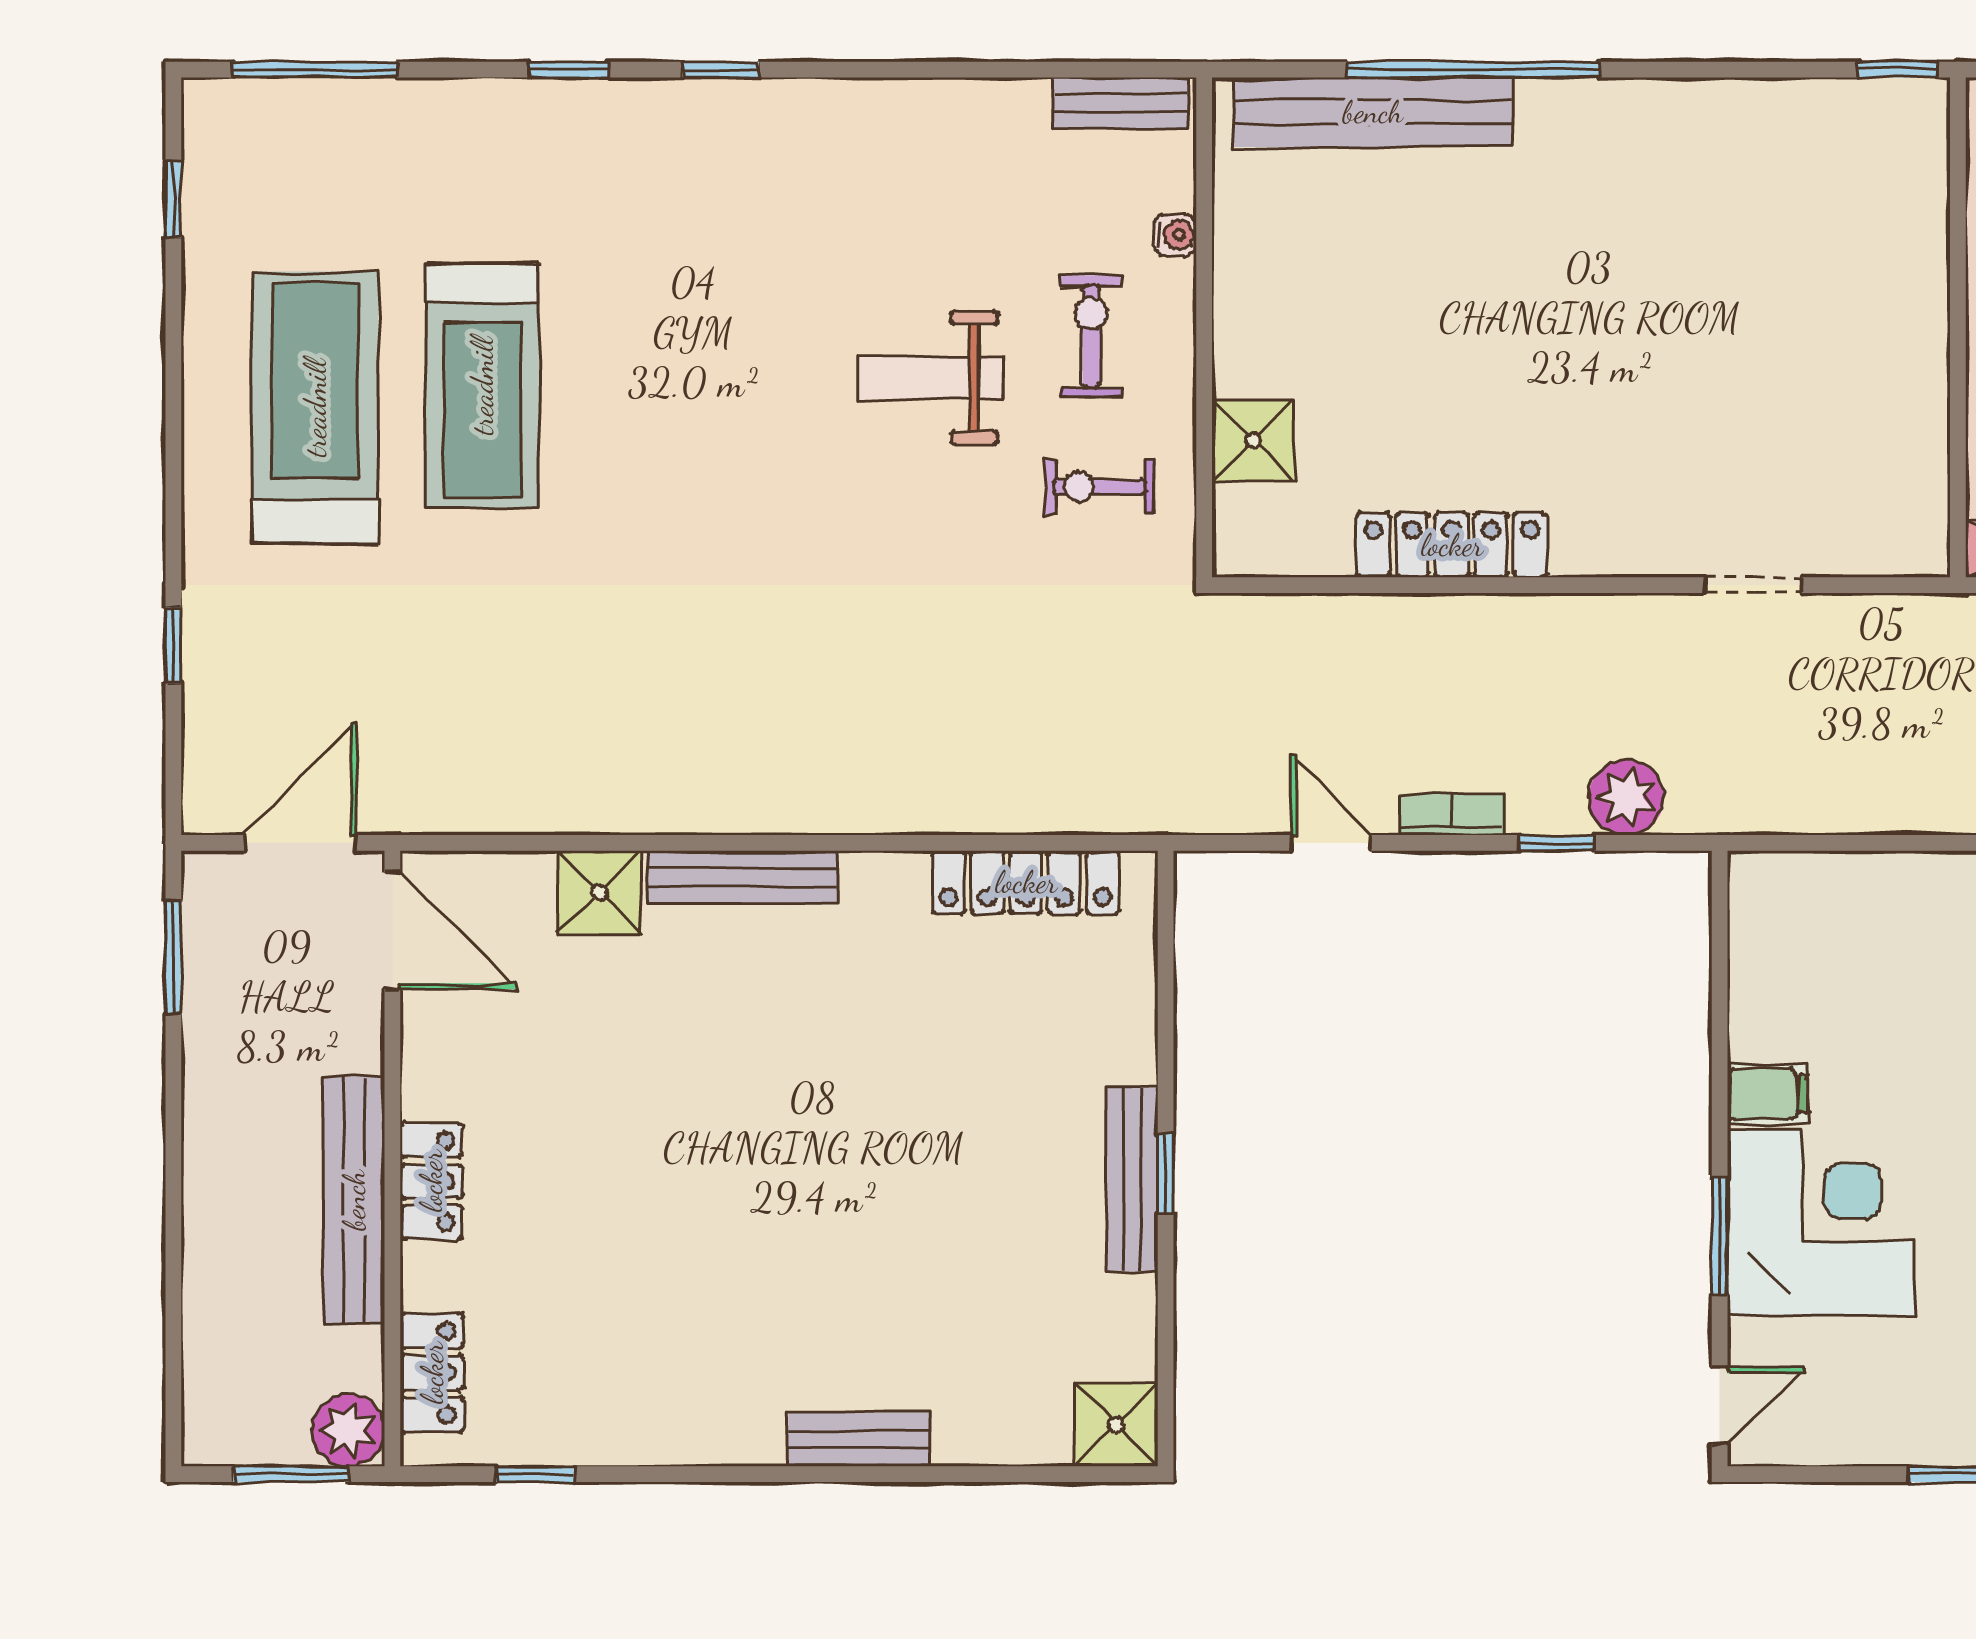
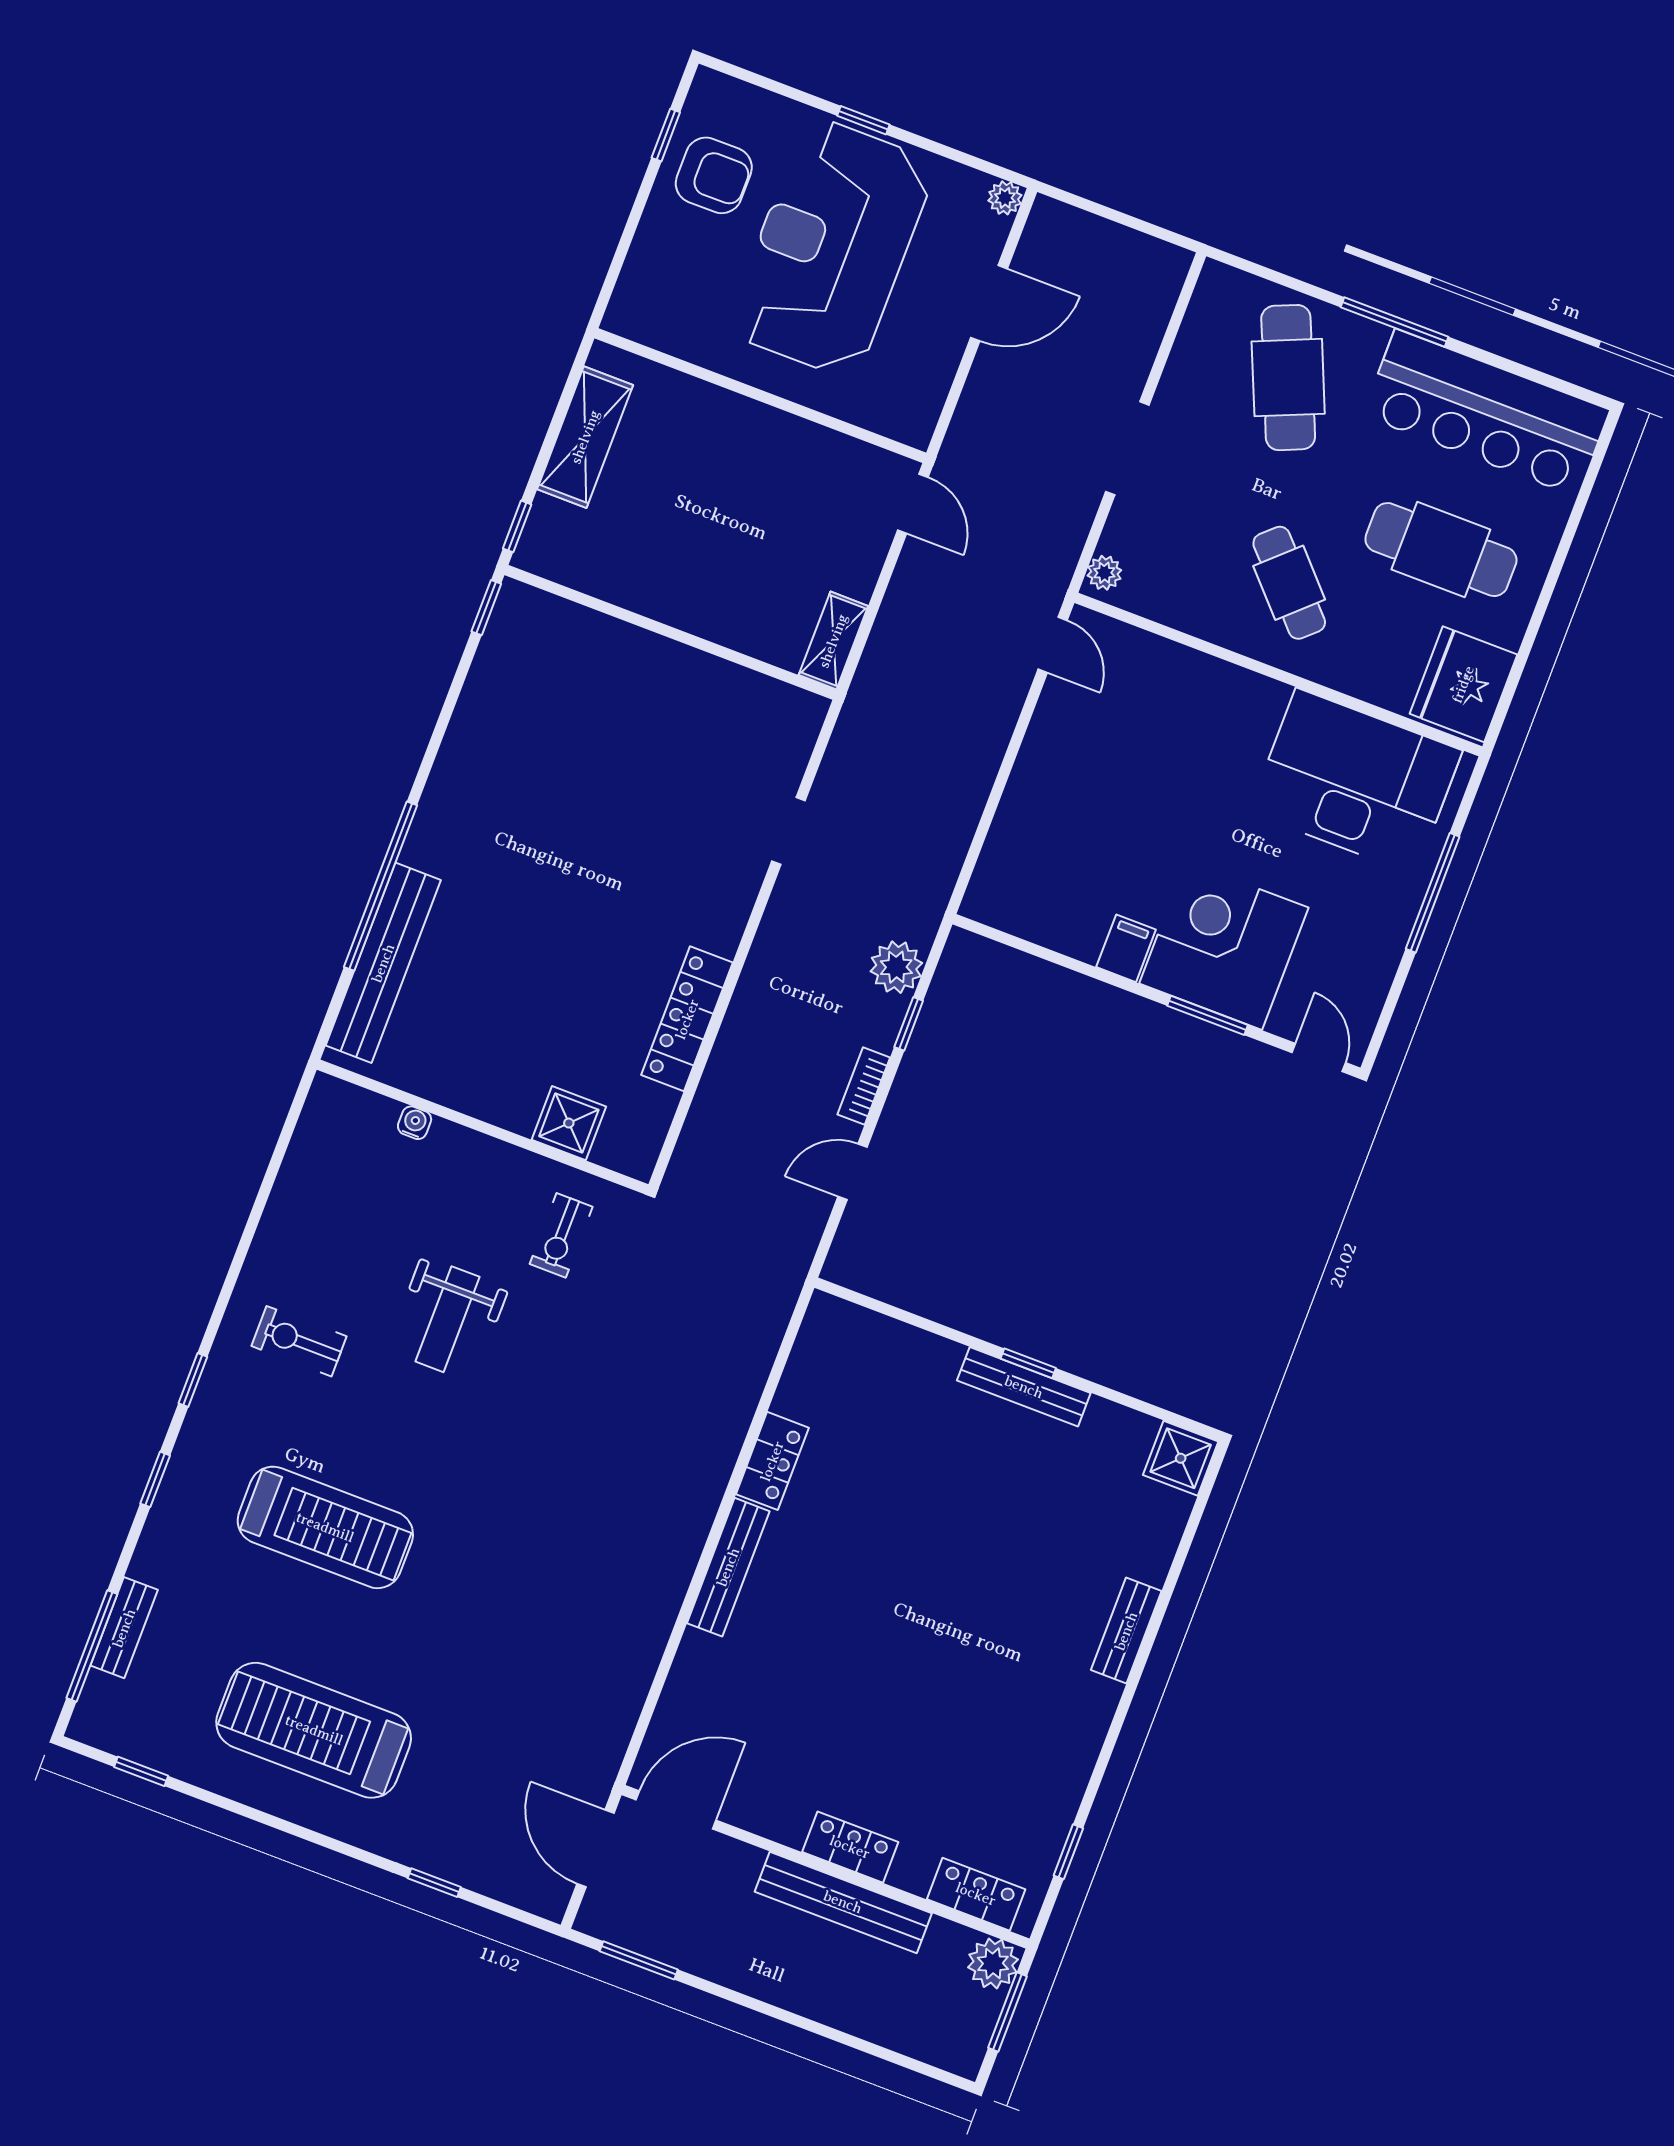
bench: (1121, 103) -> (124, 1628), moved
exercise bike: (1091, 336) -> (299, 1341), moved
treadmill: (482, 386) -> (325, 1527), moved
locker: (1026, 882) -> (772, 1461), moved, width x0.66
shower: (599, 892) -> (703, 1665), removed

